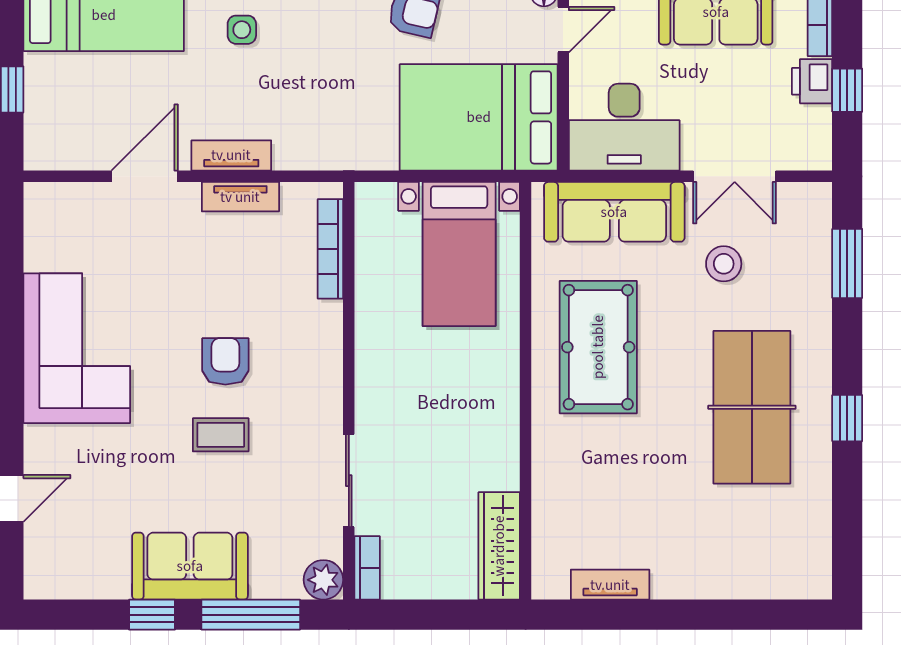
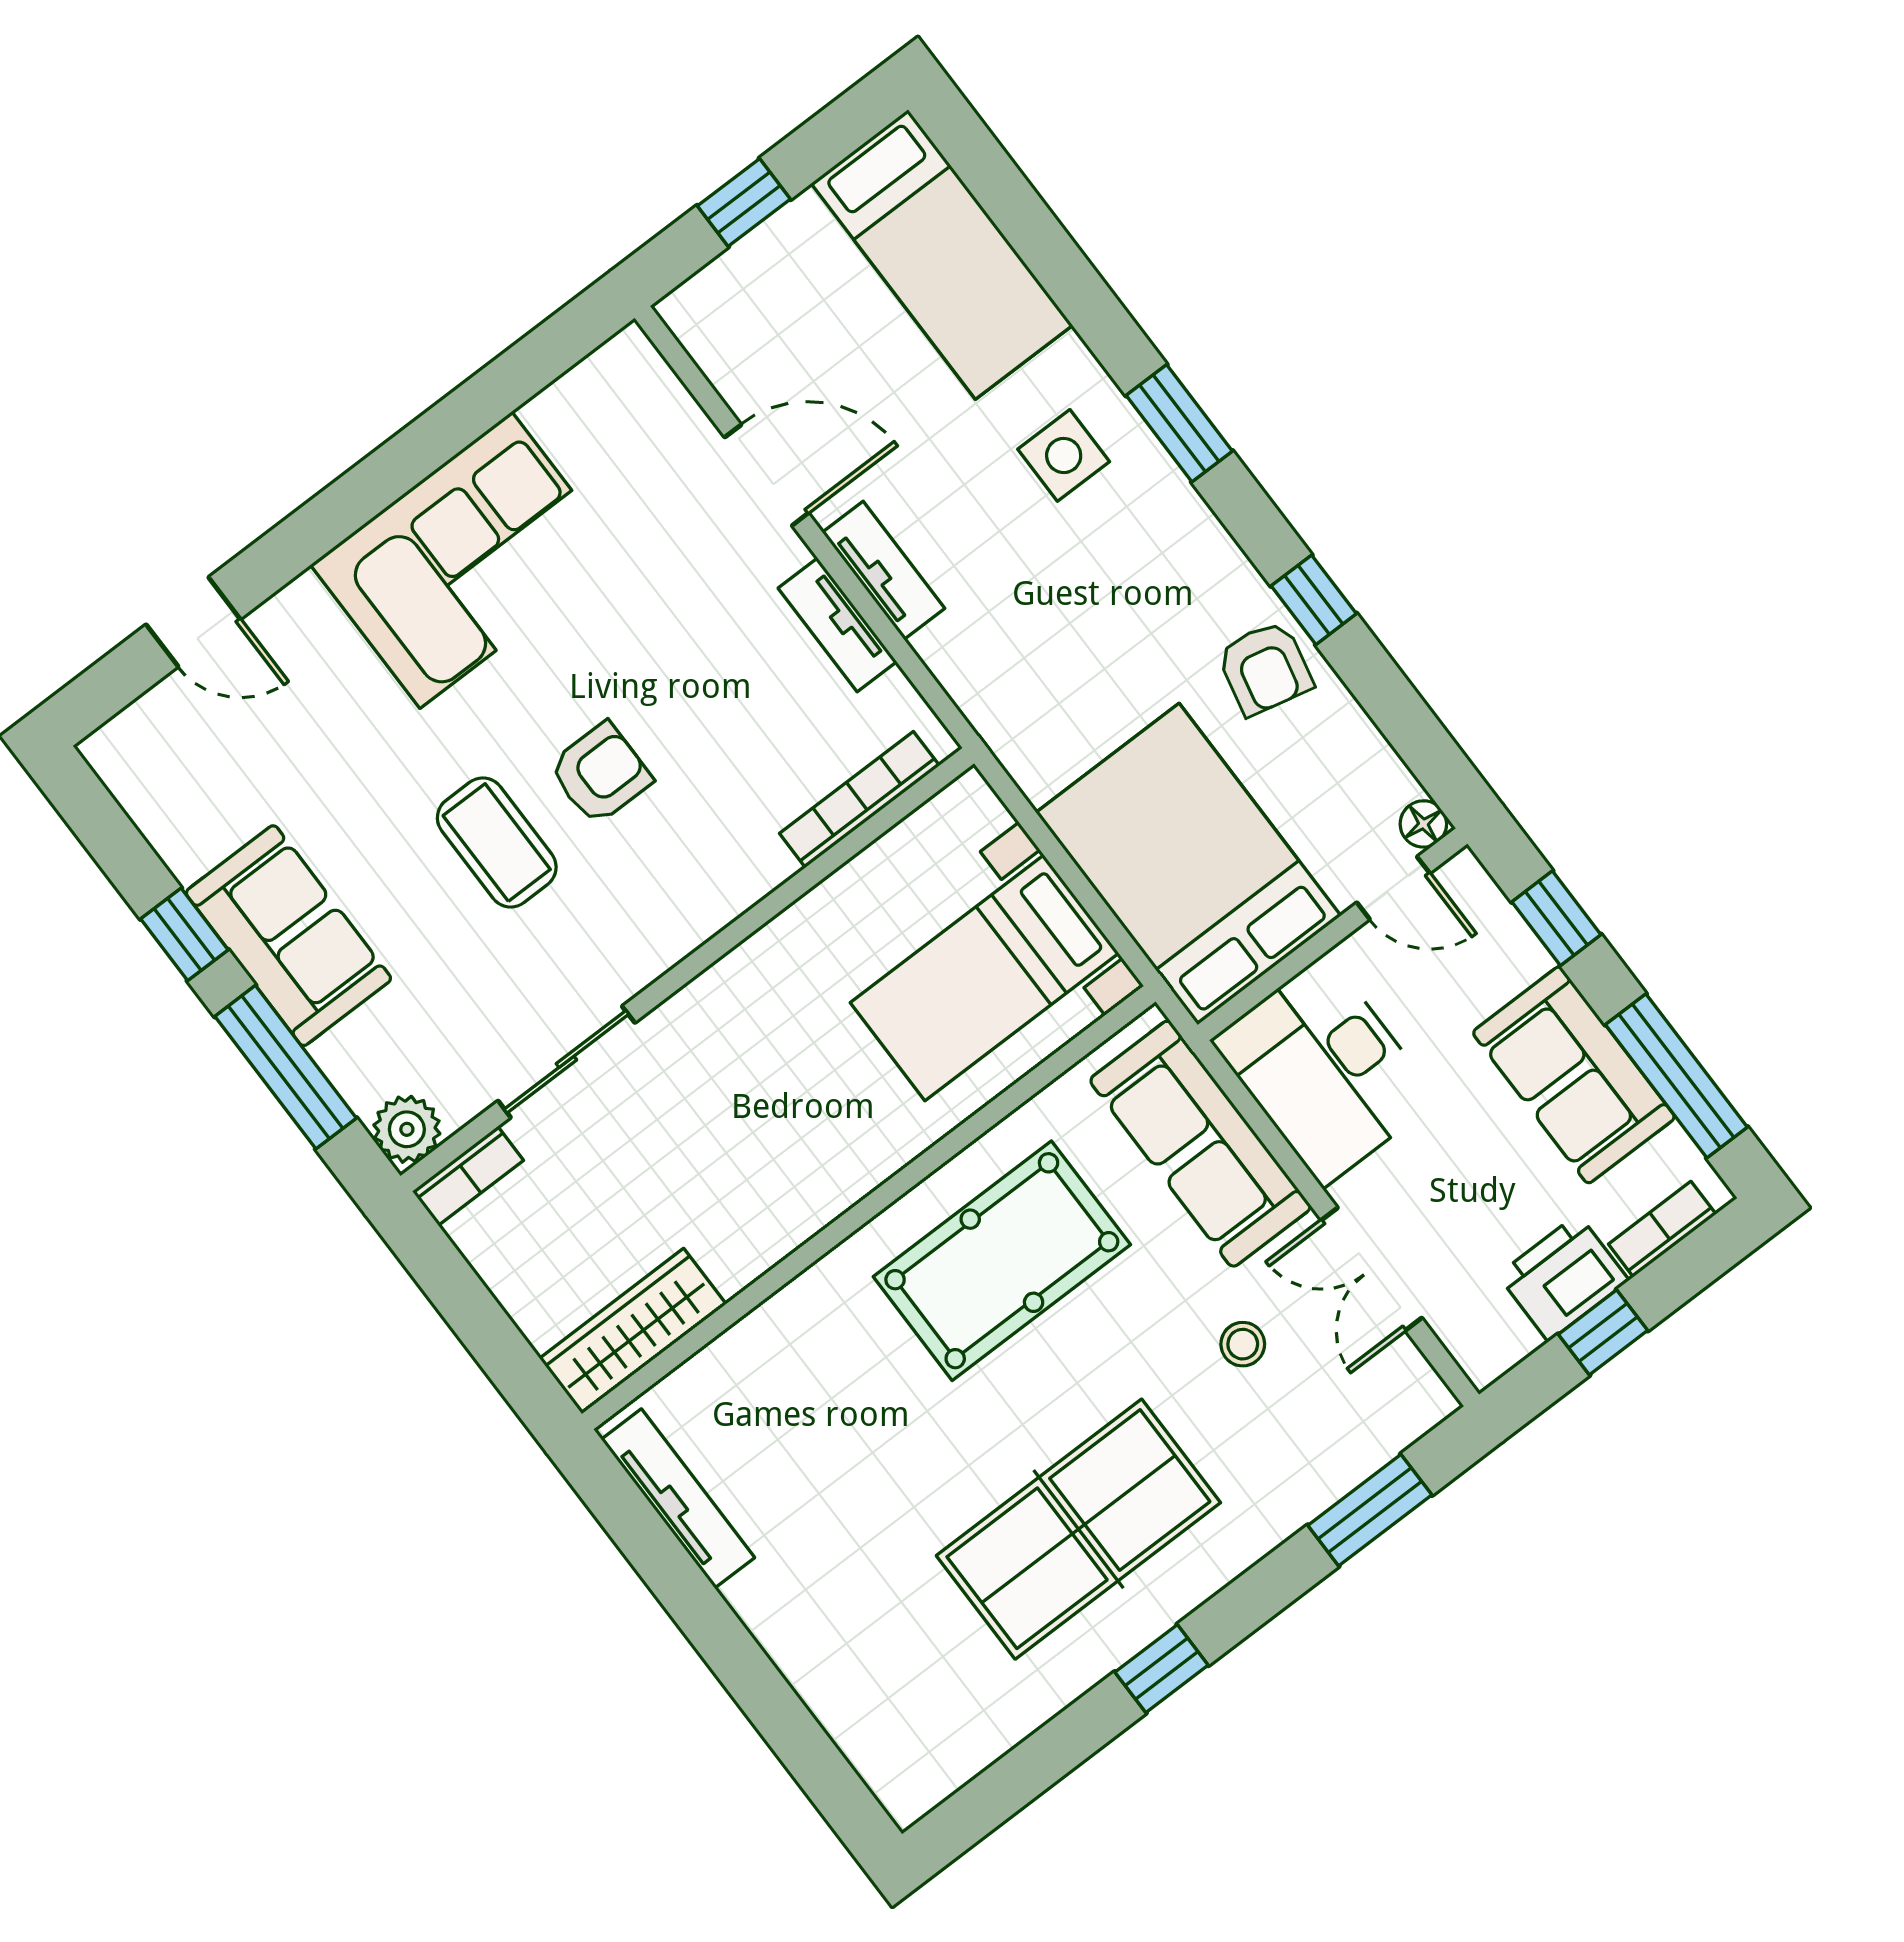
side table: (242, 30) -> (1064, 455), width x1.37, depth x1.37
printer: (812, 81) -> (1563, 1278), width x1.36, depth x1.24
stool: (724, 264) -> (1243, 1344), width x0.73, depth x0.73
coffee table: (221, 435) -> (497, 842), width x1.36, depth x1.30
tv unit: (610, 585) -> (678, 1498), width x1.41

